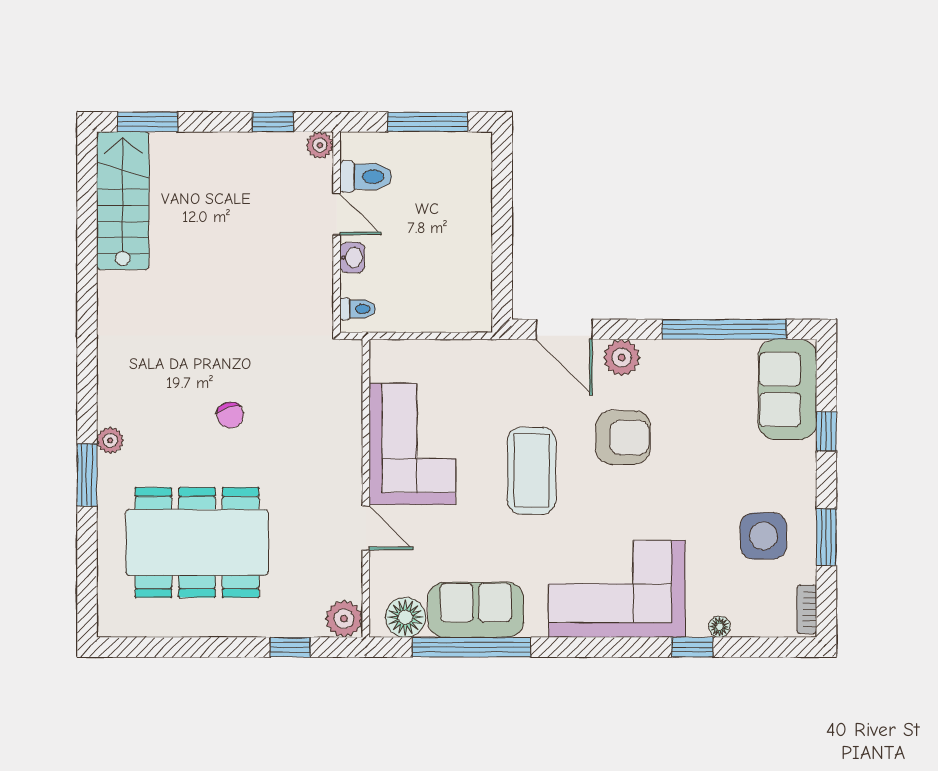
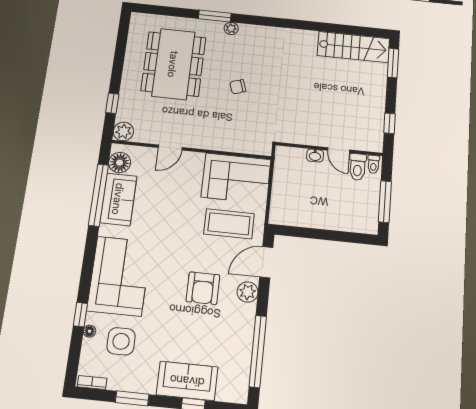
plant: (320, 145) -> (376, 145), removed
door: (337, 214) -> (339, 150), hinge flipped
toilet: (358, 309) -> (373, 164), moved
sofa: (787, 389) -> (187, 381), moved
corner sofa: (412, 444) -> (236, 178), moved
coffee table: (532, 471) -> (229, 224), moved
side table: (763, 536) -> (121, 341), moved

